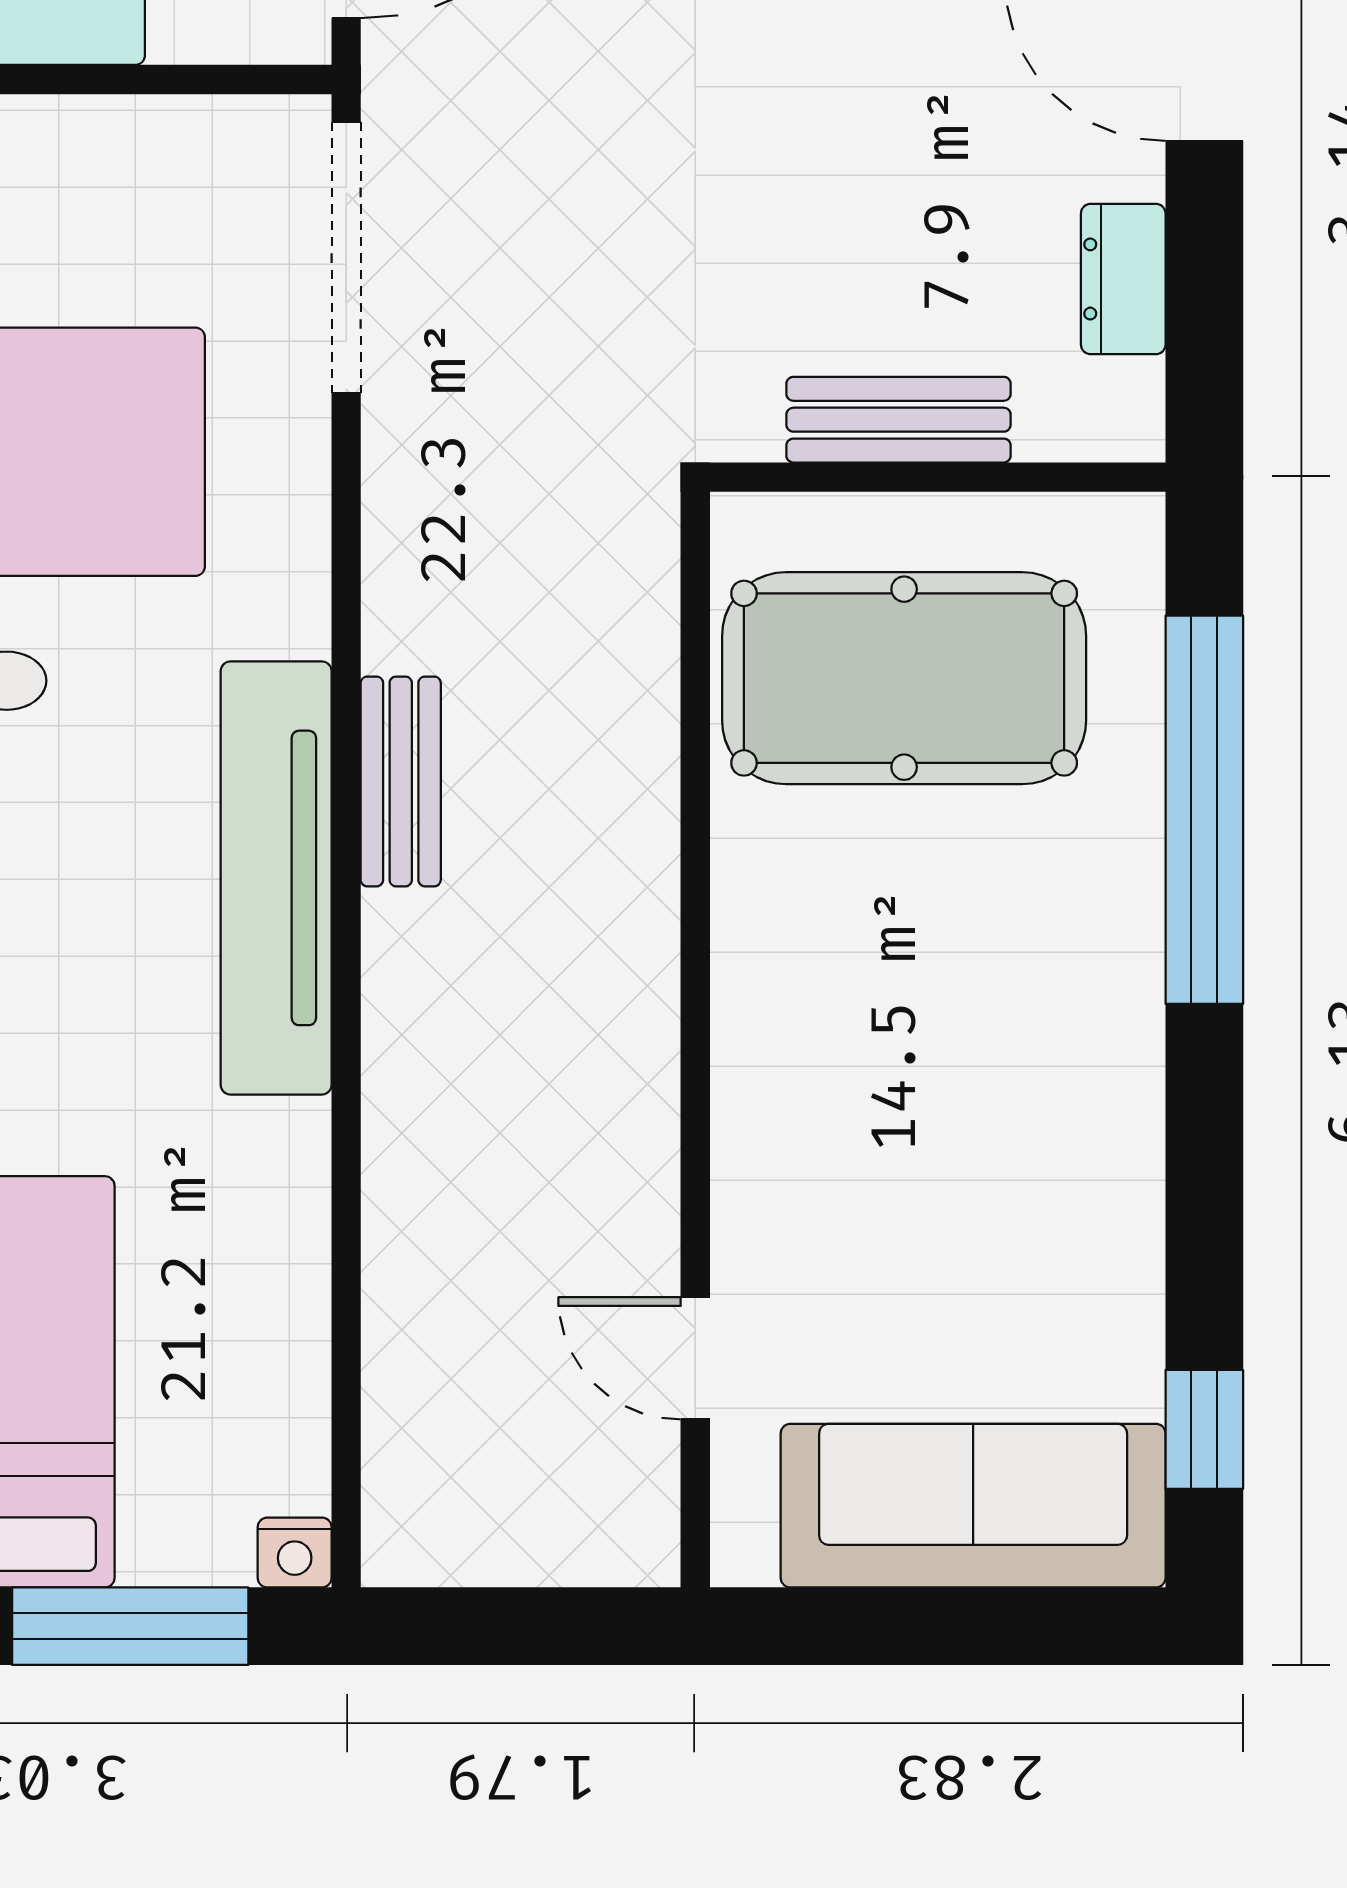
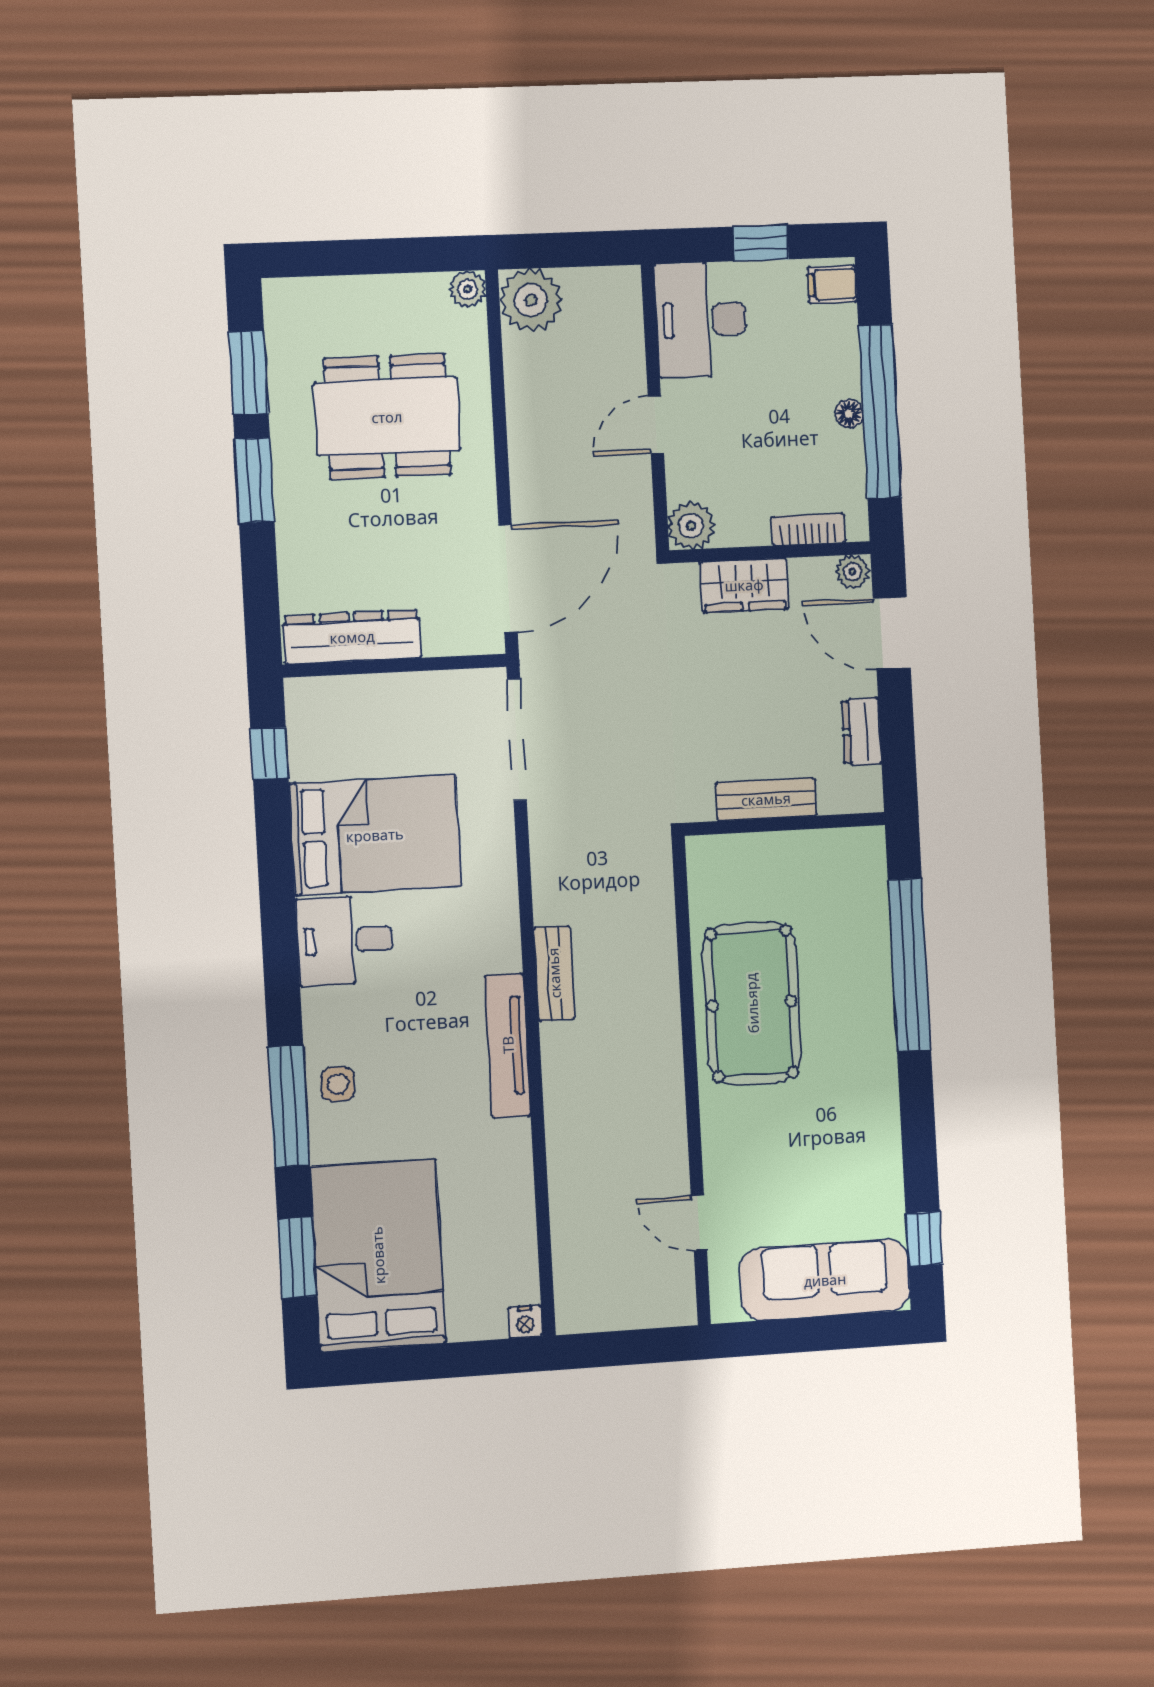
pool table: (904, 678) -> (752, 1003), moved, turned 90
tv unit: (276, 878) -> (508, 1045), width x0.73, depth x0.78
window: (130, 1626) -> (453, 1360), removed

